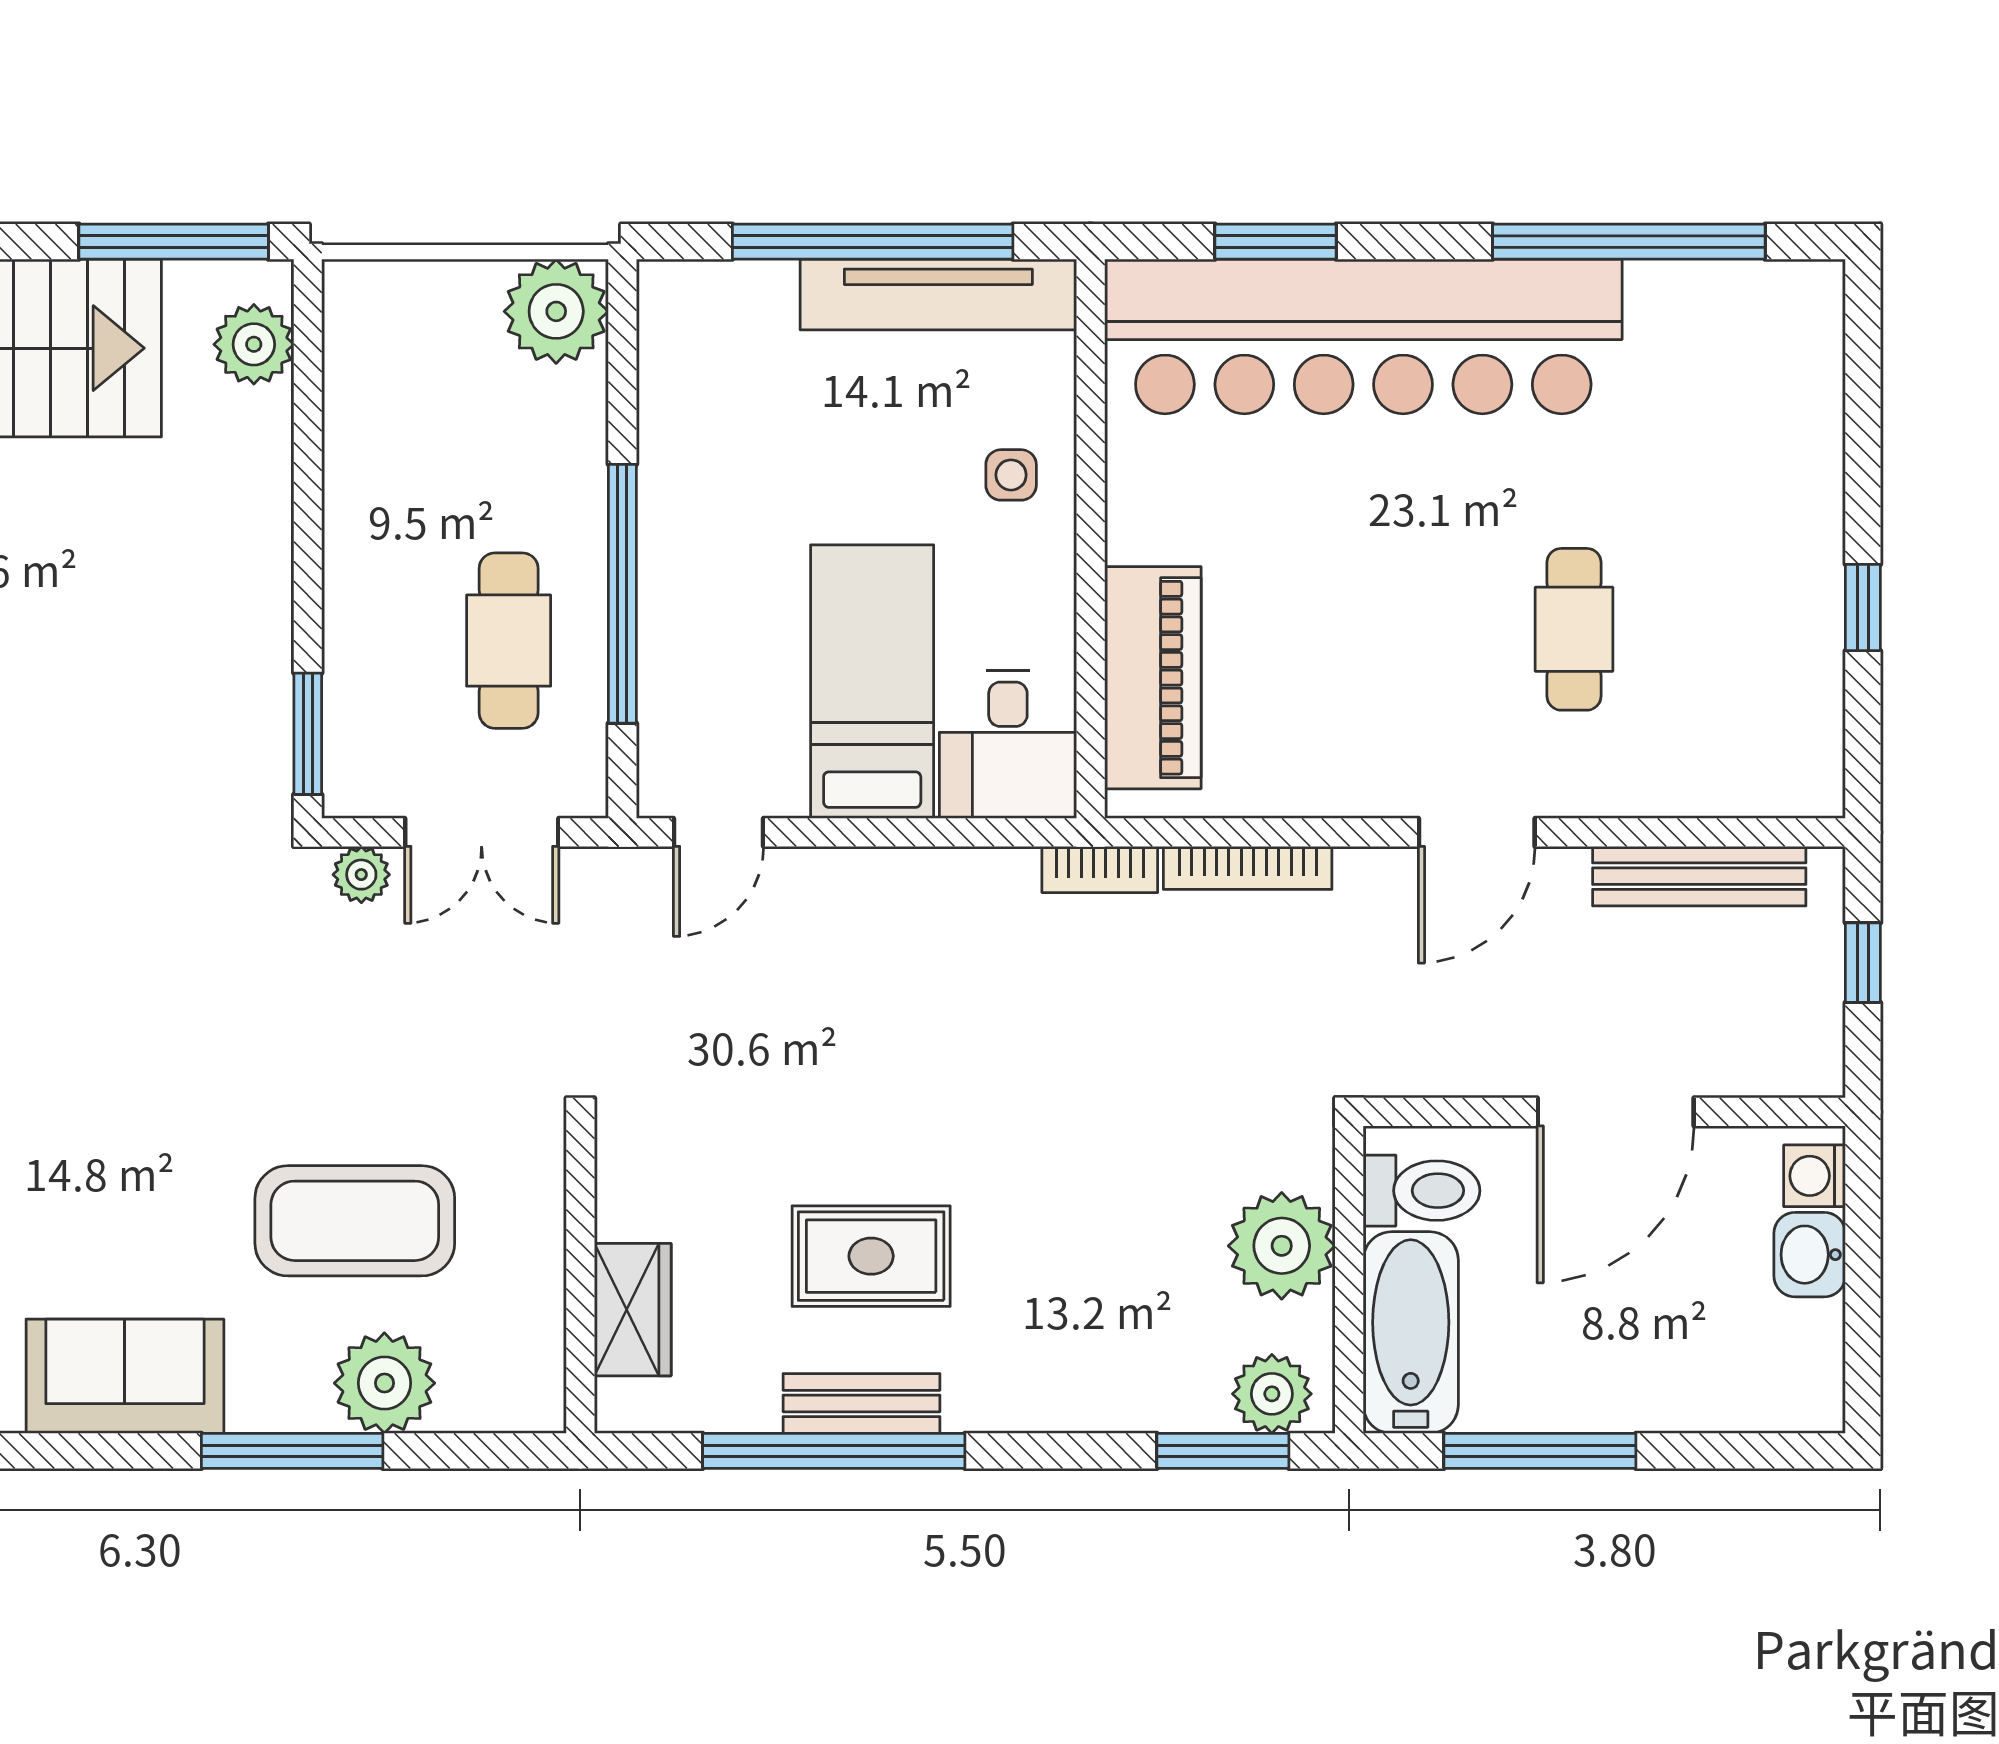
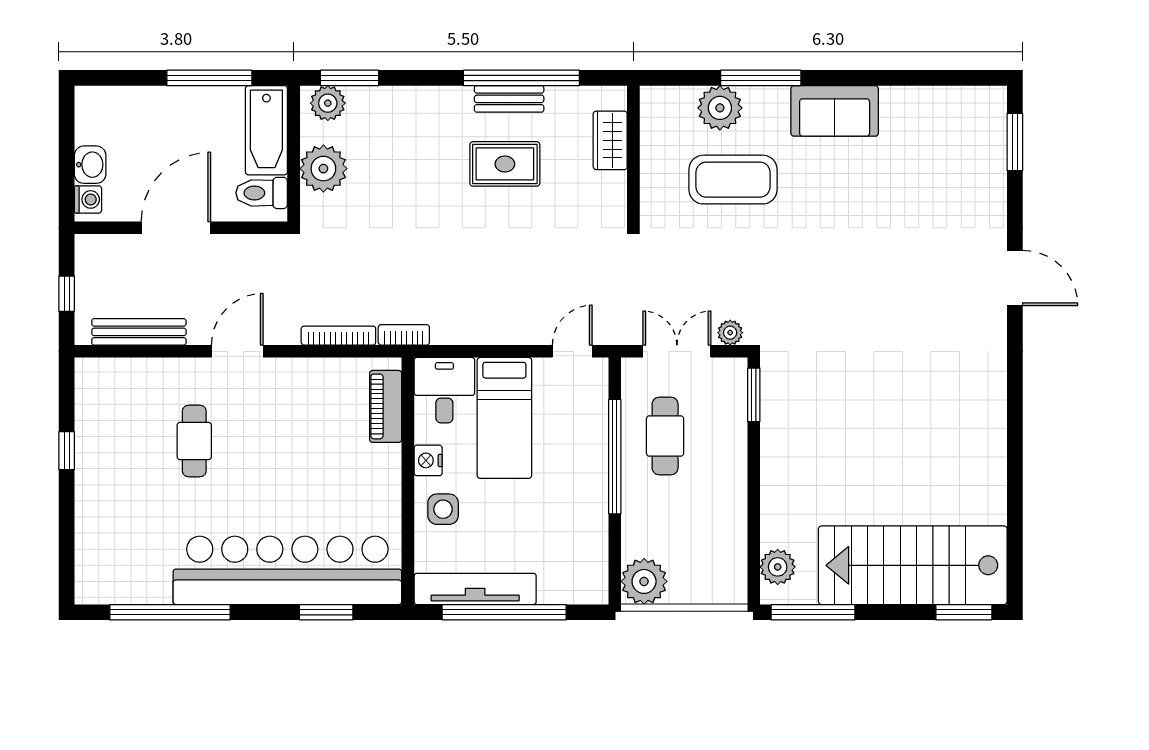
side table: (1011, 475) -> (443, 509), width x1.37, depth x1.37
nightstand: (1045, 585) -> (428, 460), added
piano: (1153, 678) -> (386, 406), width x0.73, depth x0.75

